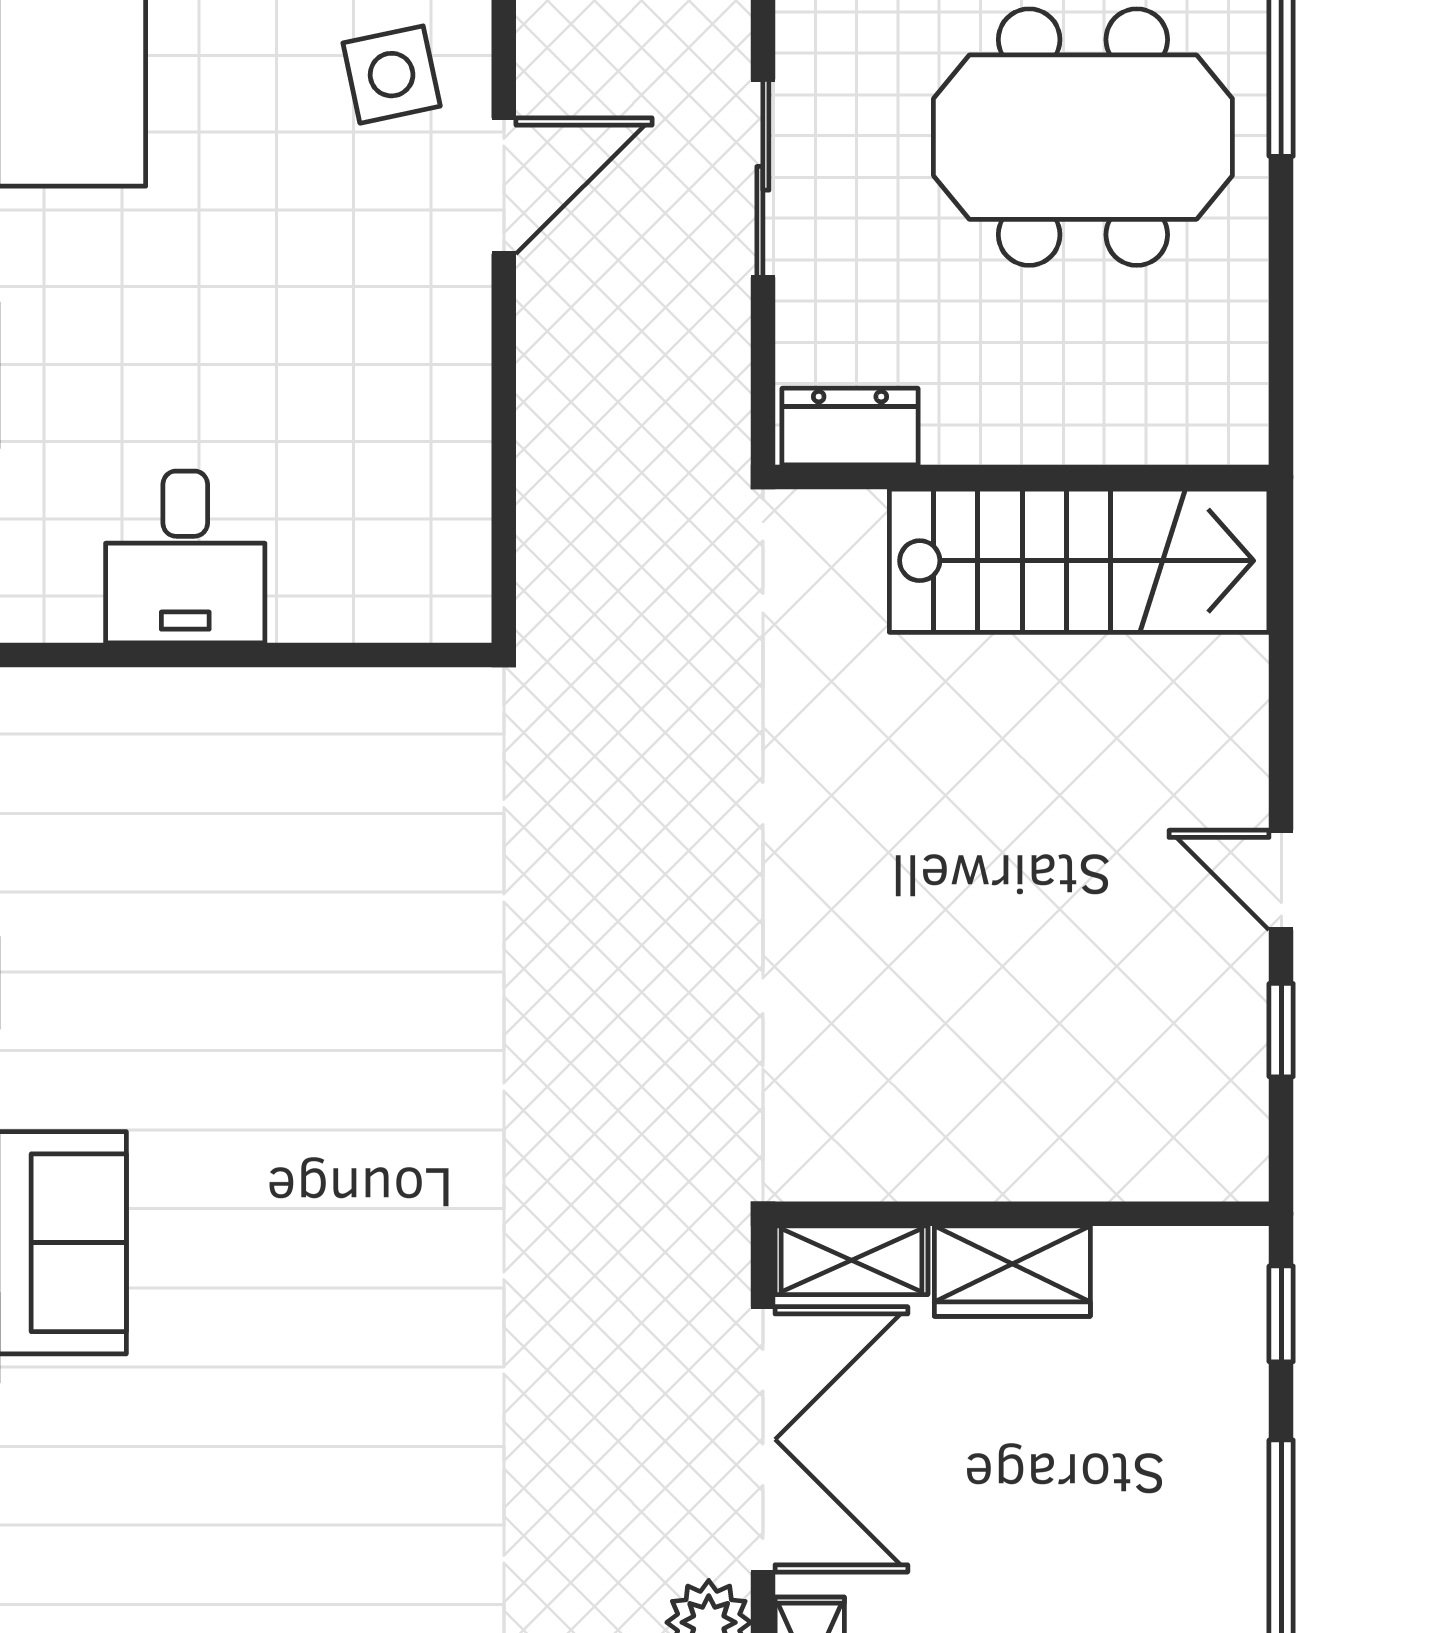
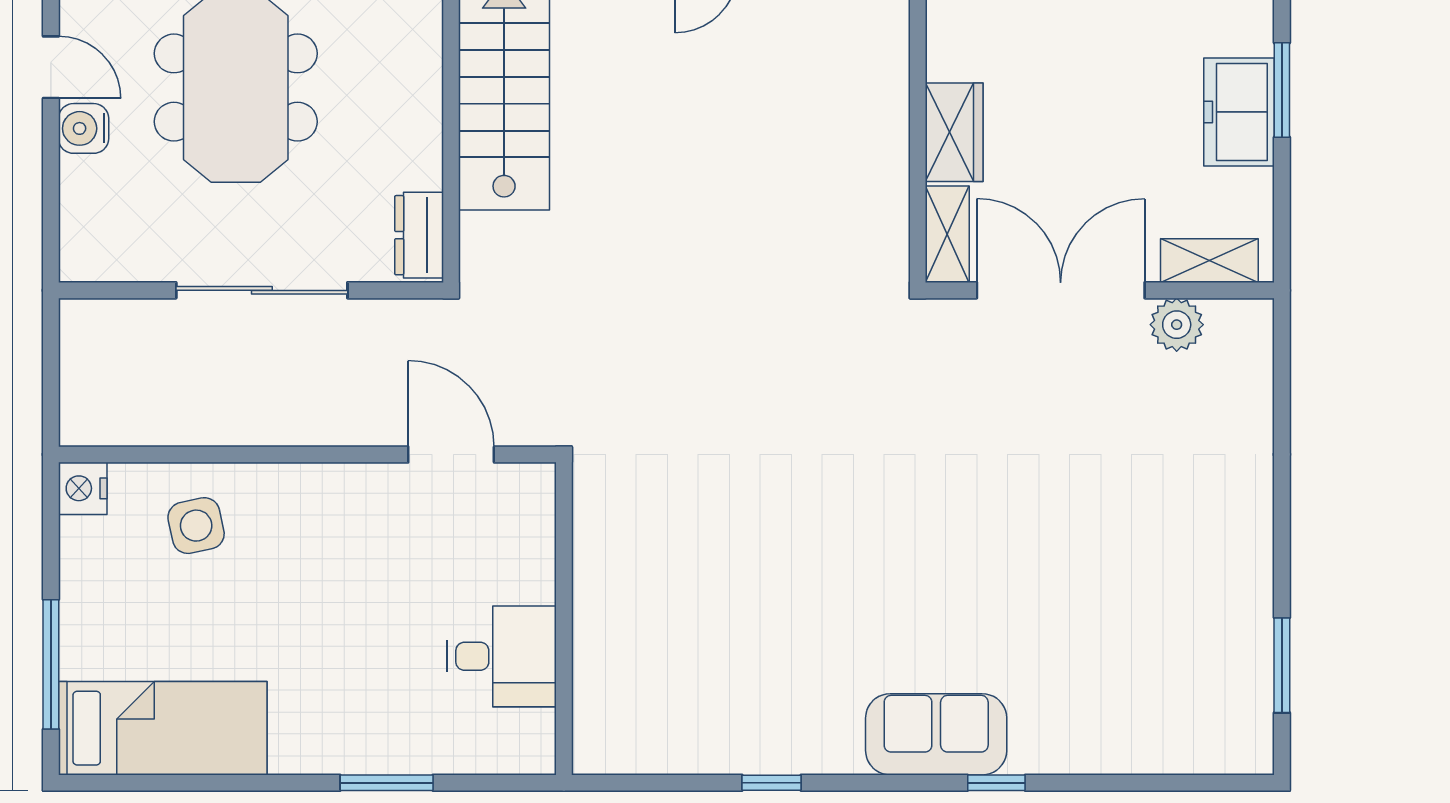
sliding door: (763, 178) -> (262, 290), width x1.37
door: (504, 186) -> (451, 454), moved

